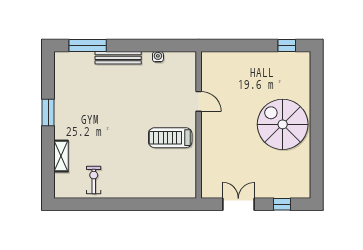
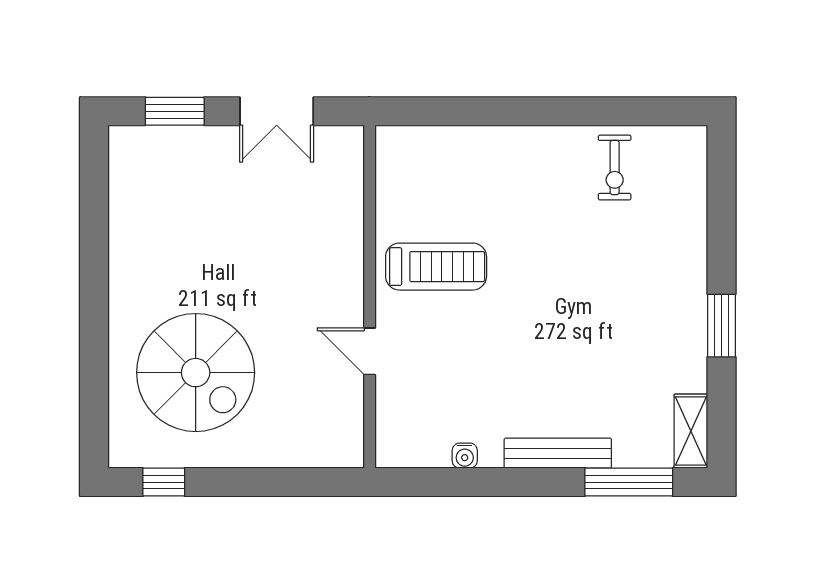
spiral stairs: (283, 124) -> (196, 373), moved
shelving: (61, 156) -> (691, 431), moved
window: (282, 204) -> (175, 111), width x1.50

